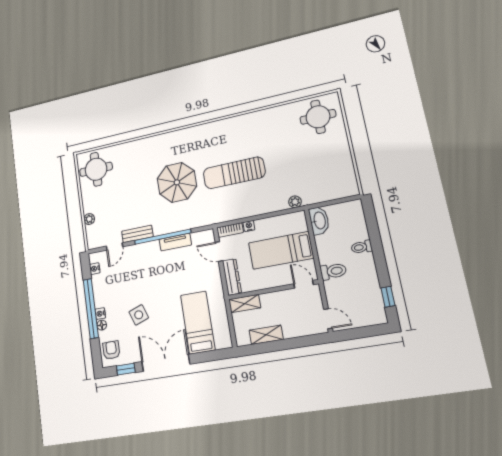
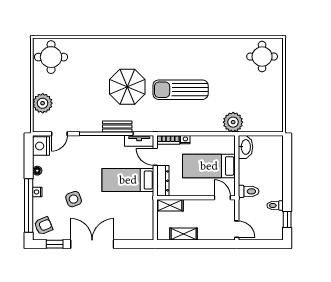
plant: (295, 202) -> (233, 122), width x1.88, depth x1.88
plant: (89, 219) -> (43, 103), width x1.87, depth x1.87
bench: (137, 234) -> (117, 126), moved
tv unit: (175, 242) -> (139, 141), moved
toilet: (362, 247) -> (275, 206), moved
nightstand: (95, 269) -> (41, 146), width x1.89, depth x1.79
window: (91, 309) -> (29, 206), moved
bed: (198, 323) -> (128, 180), moved, turned -90
floor lamp: (102, 325) -> (37, 171), moved
armchair: (111, 350) -> (43, 226), turned 67

